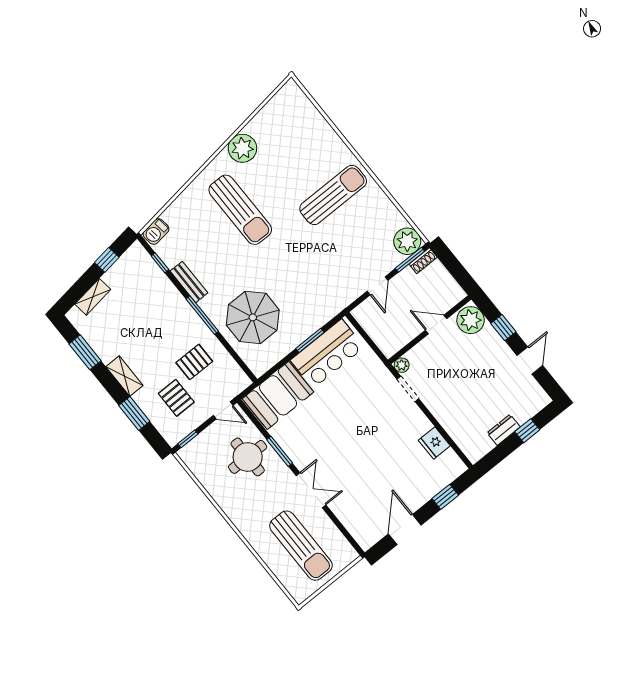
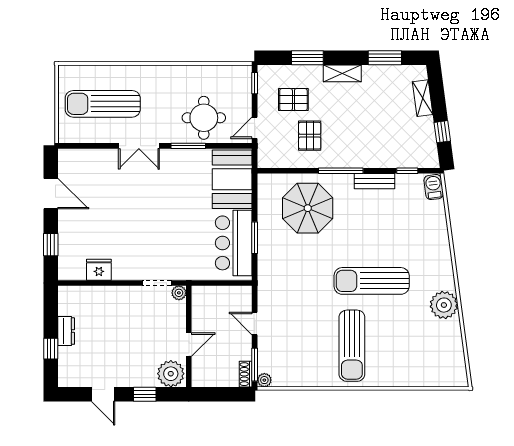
sun lounger: (240, 210) -> (372, 281), moved
plant: (407, 241) -> (264, 380), width x0.53, depth x0.53

